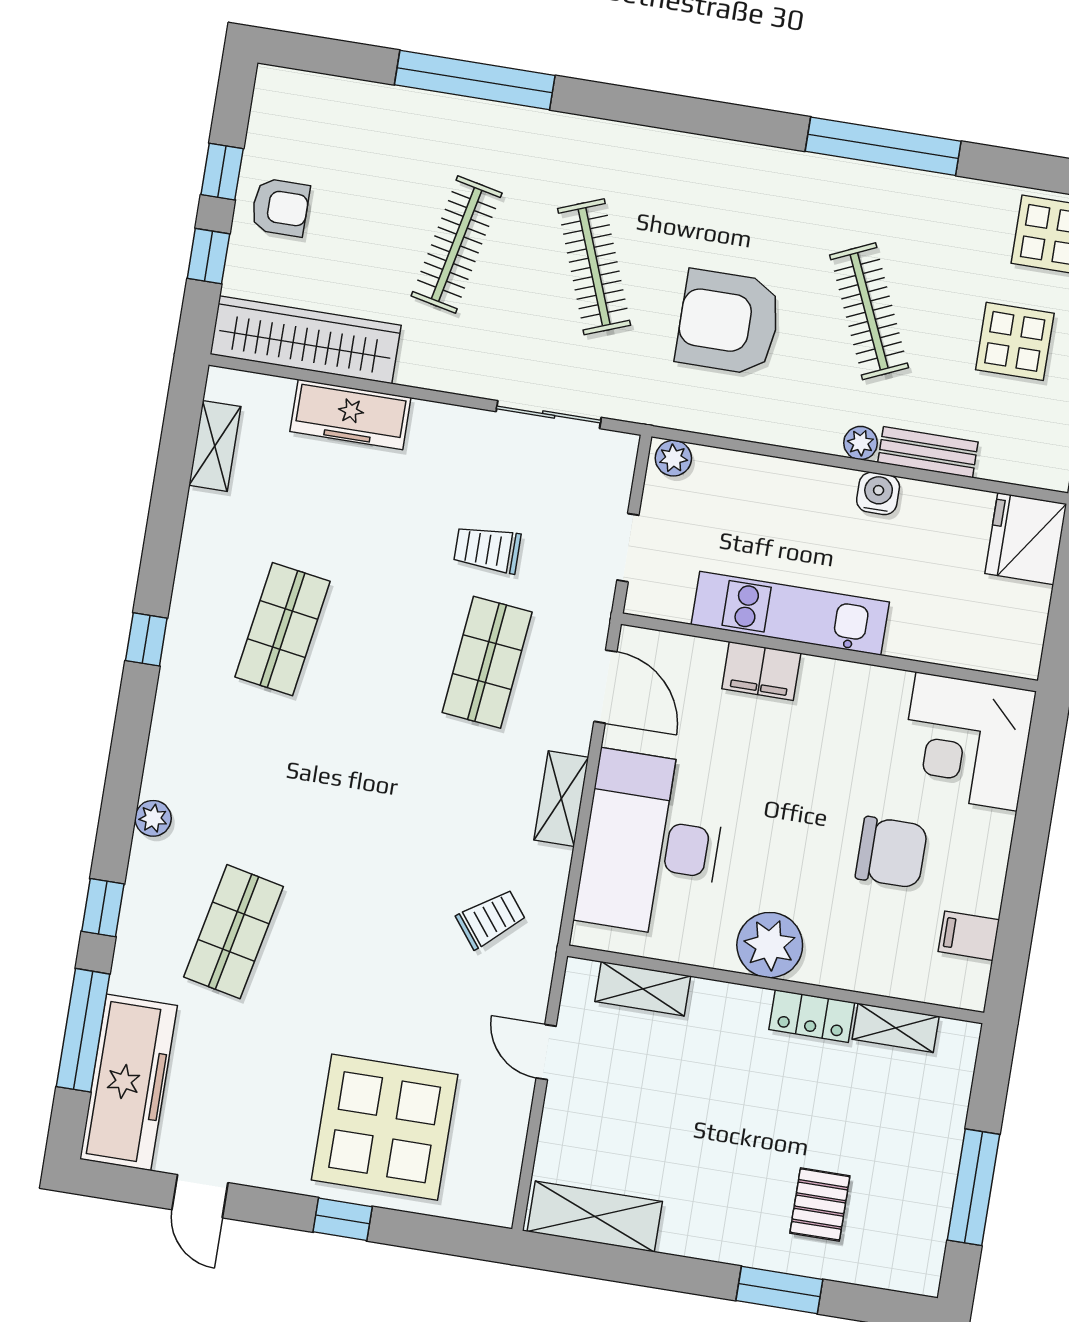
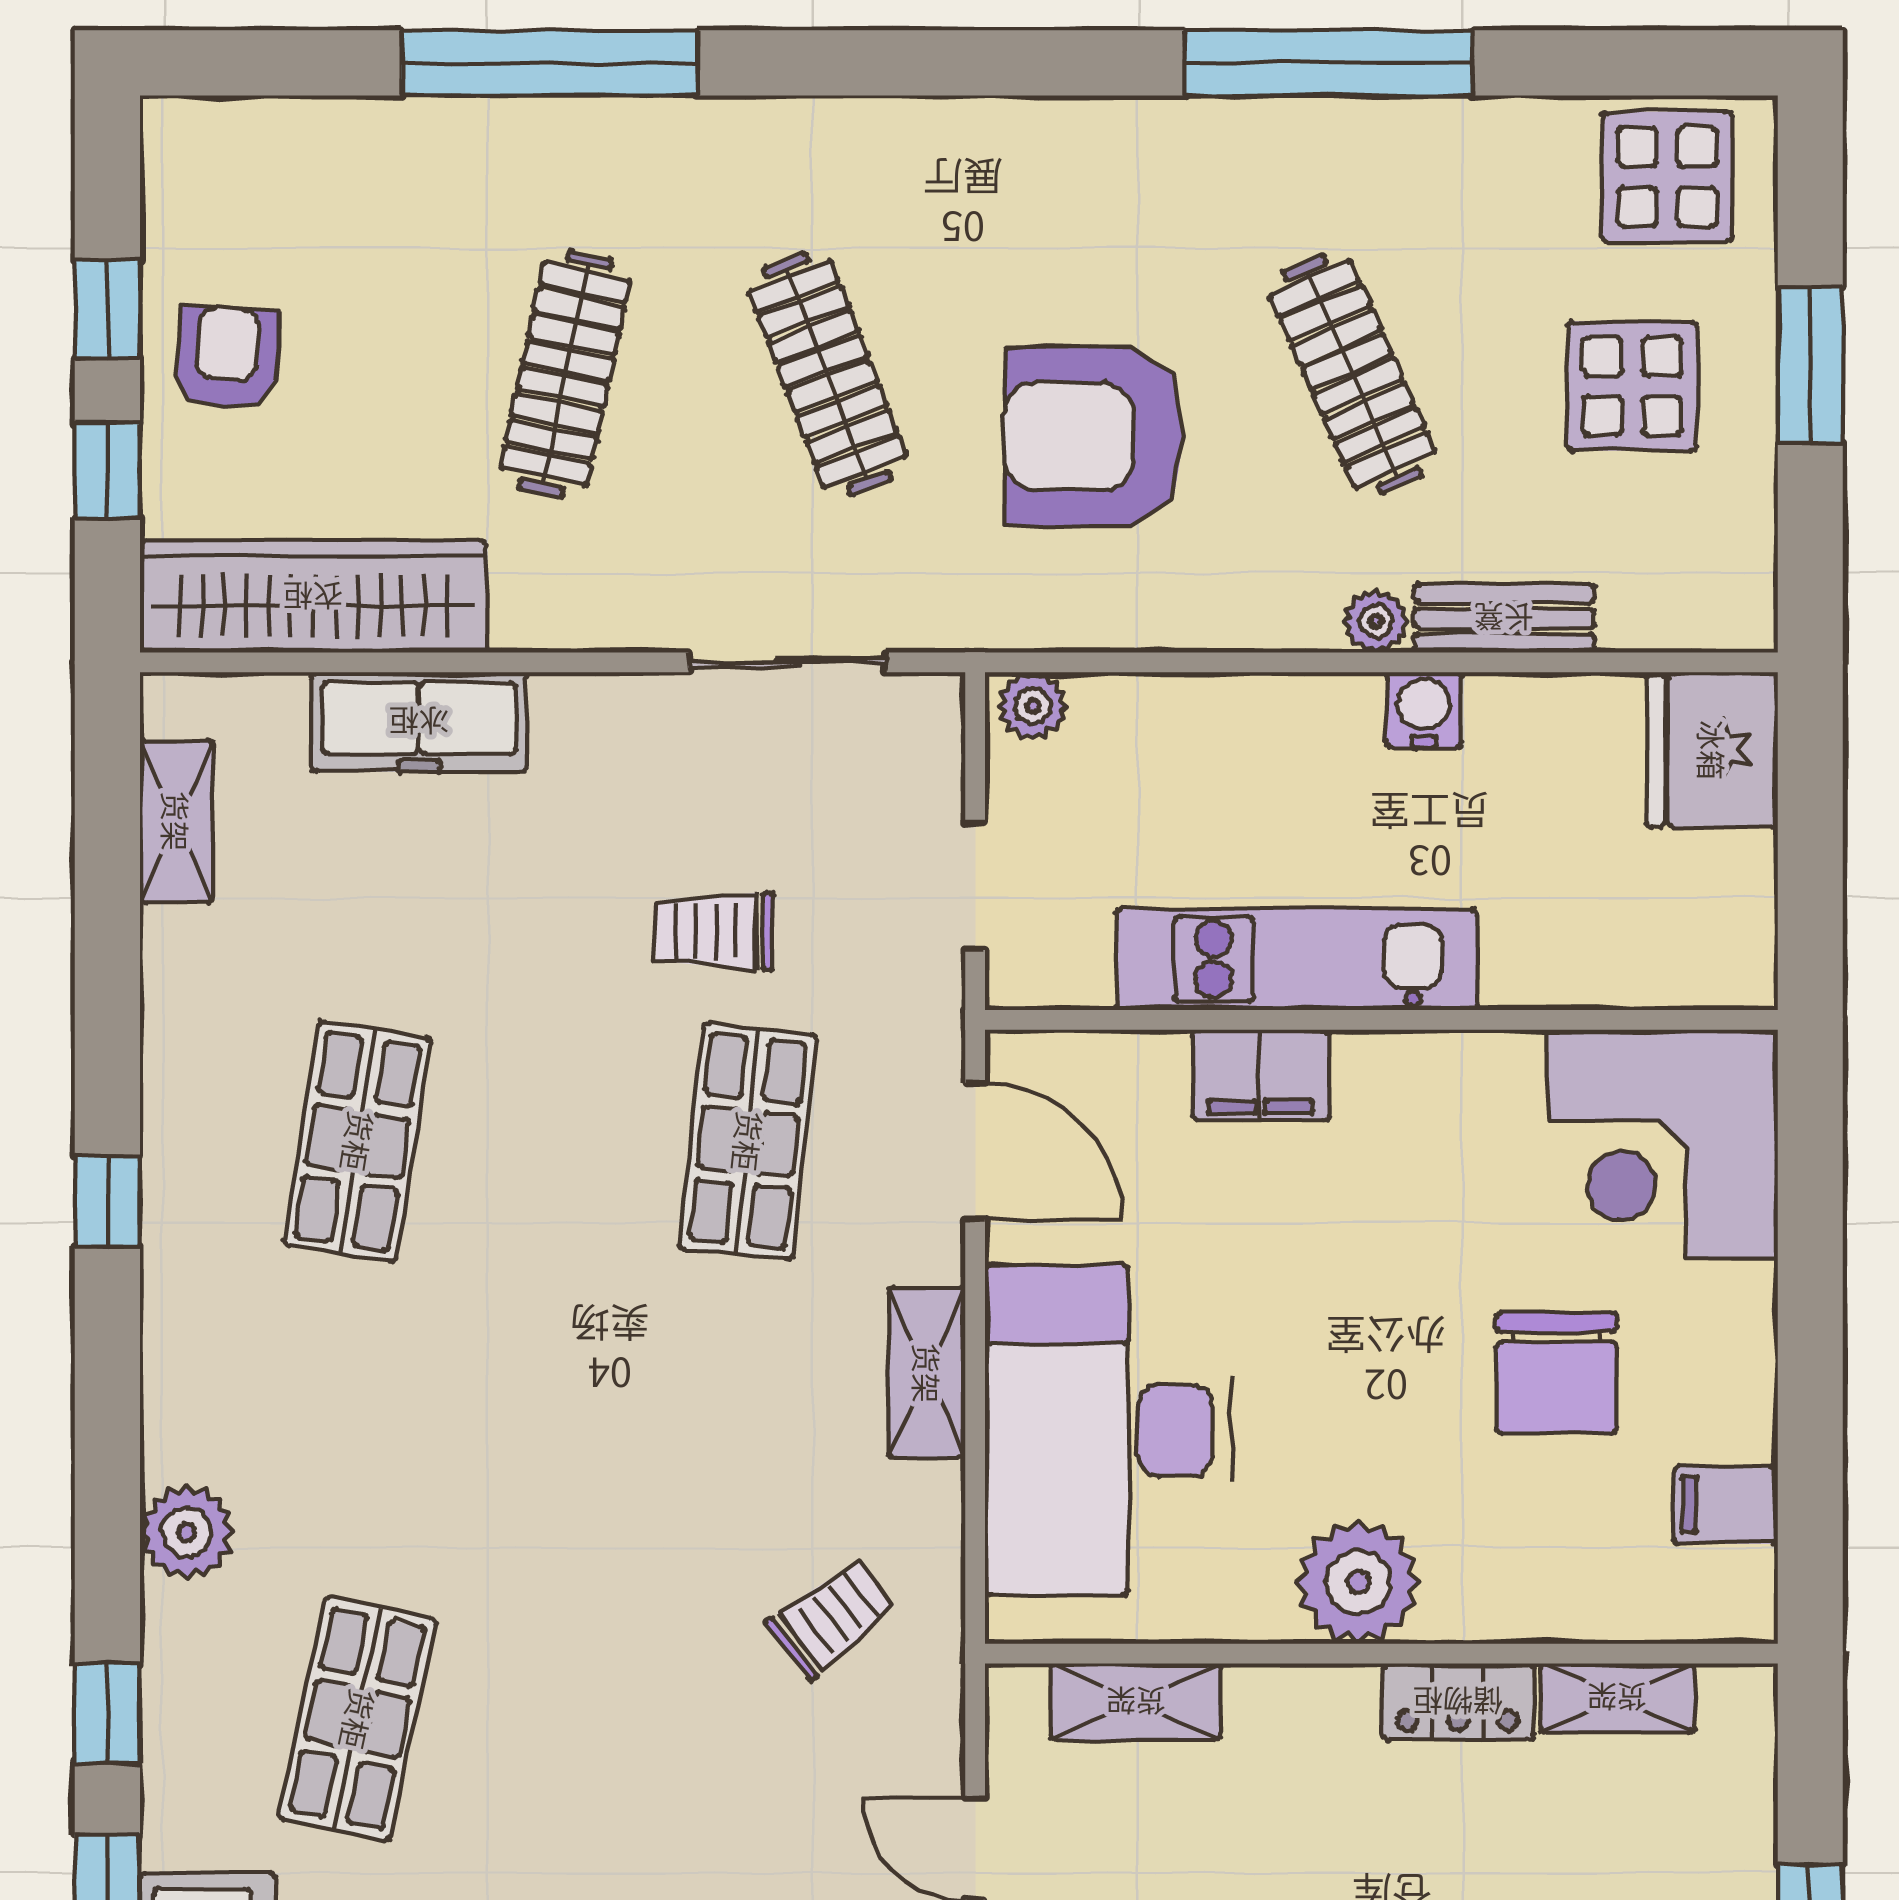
armchair: (280, 207) -> (226, 358), turned -86
plant: (153, 818) -> (187, 1532), width x1.38, depth x1.38
chair: (891, 852) -> (1557, 1373), turned 90

